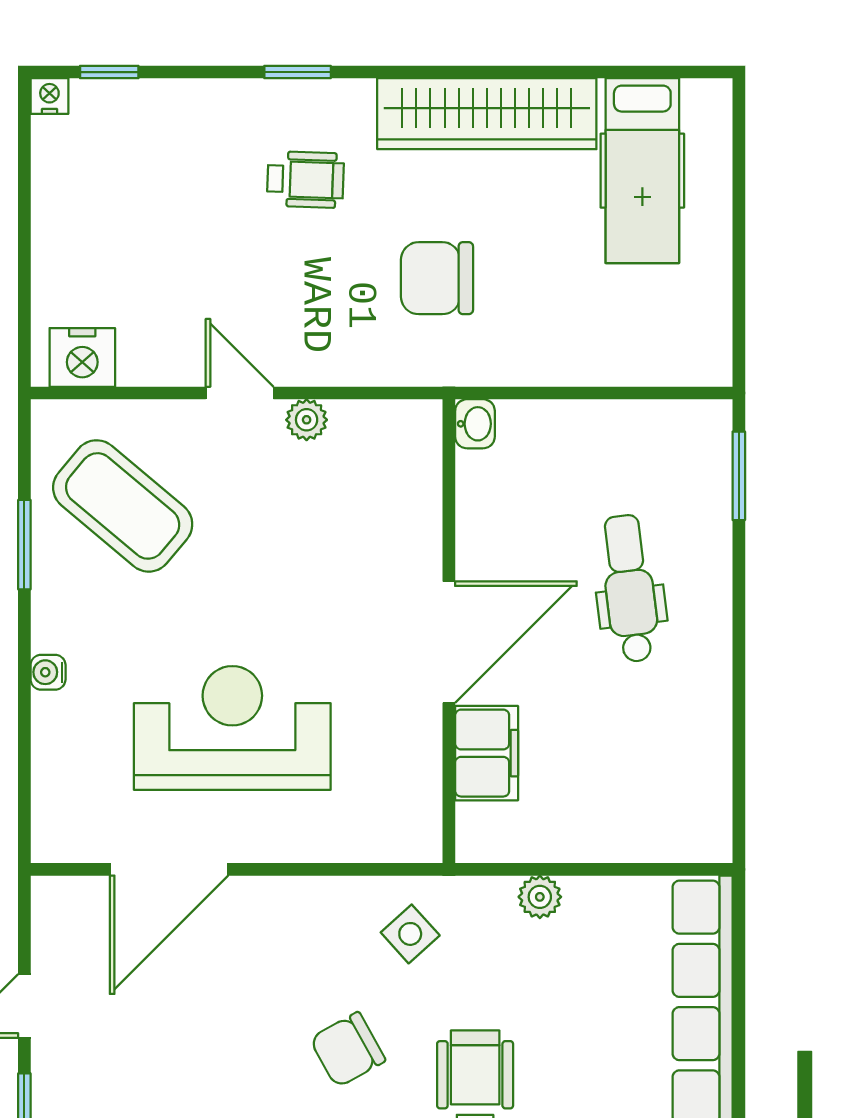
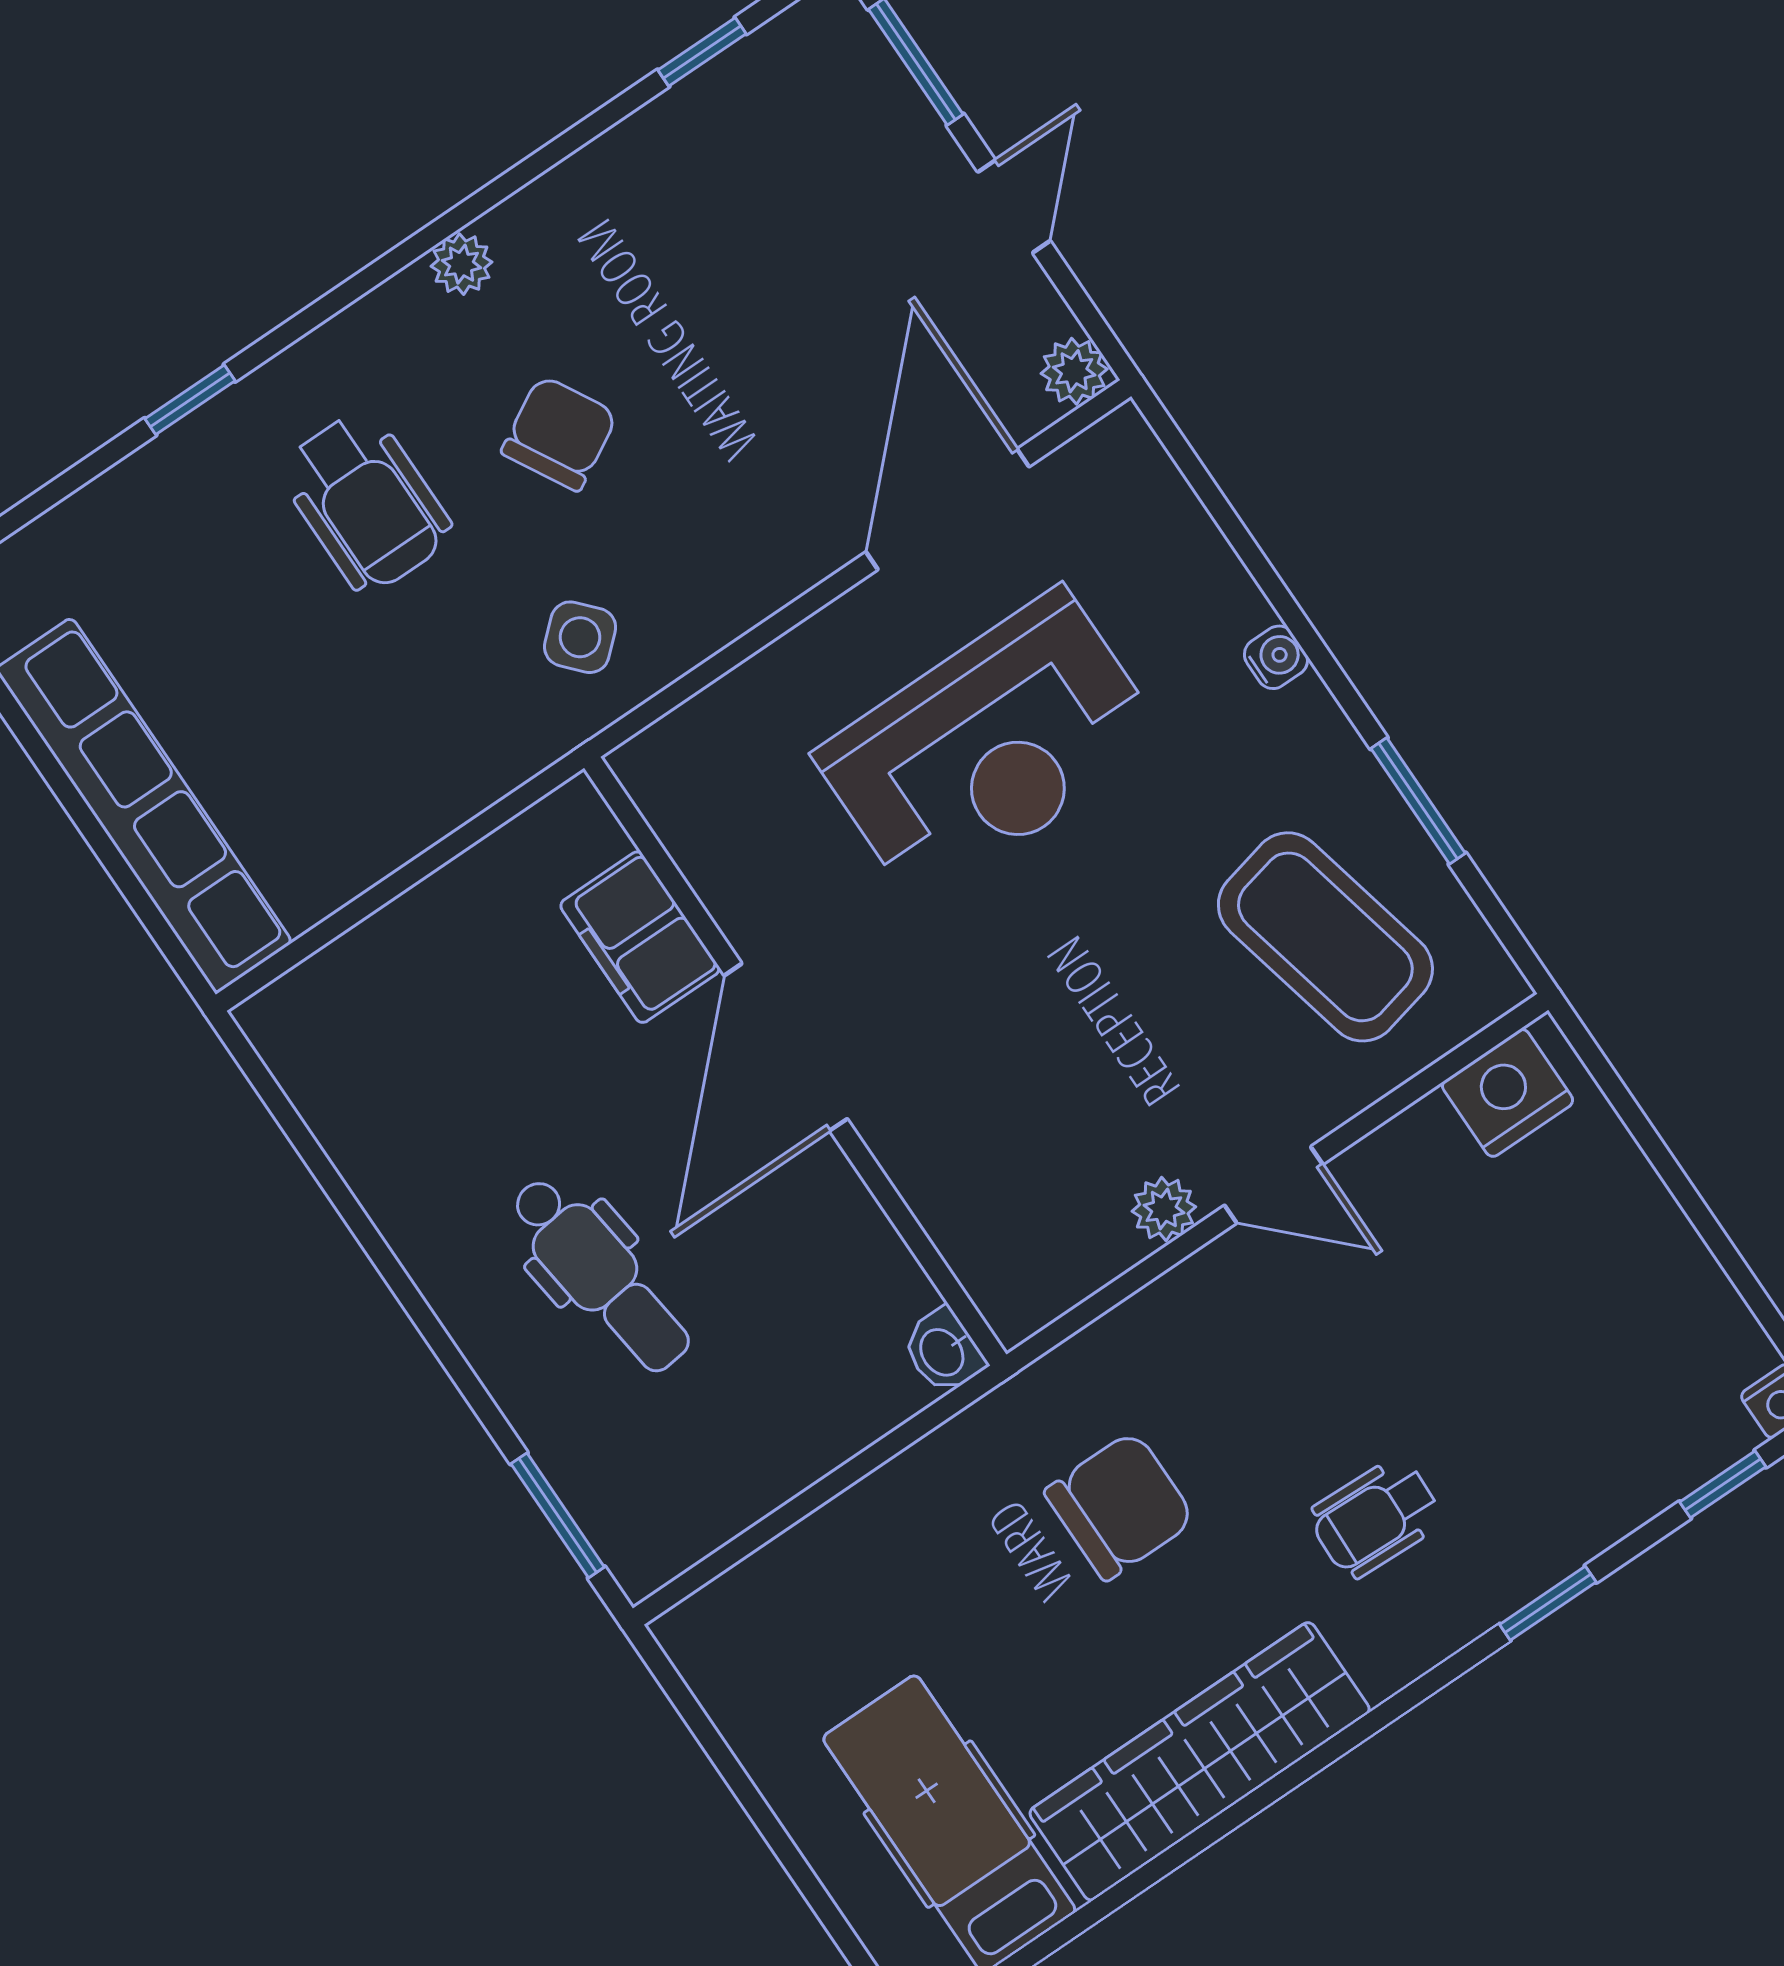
window: (298, 72) -> (1548, 1603), moved
coffee table: (123, 506) -> (1325, 937), turned 37
plant: (540, 897) -> (1074, 371), moved

